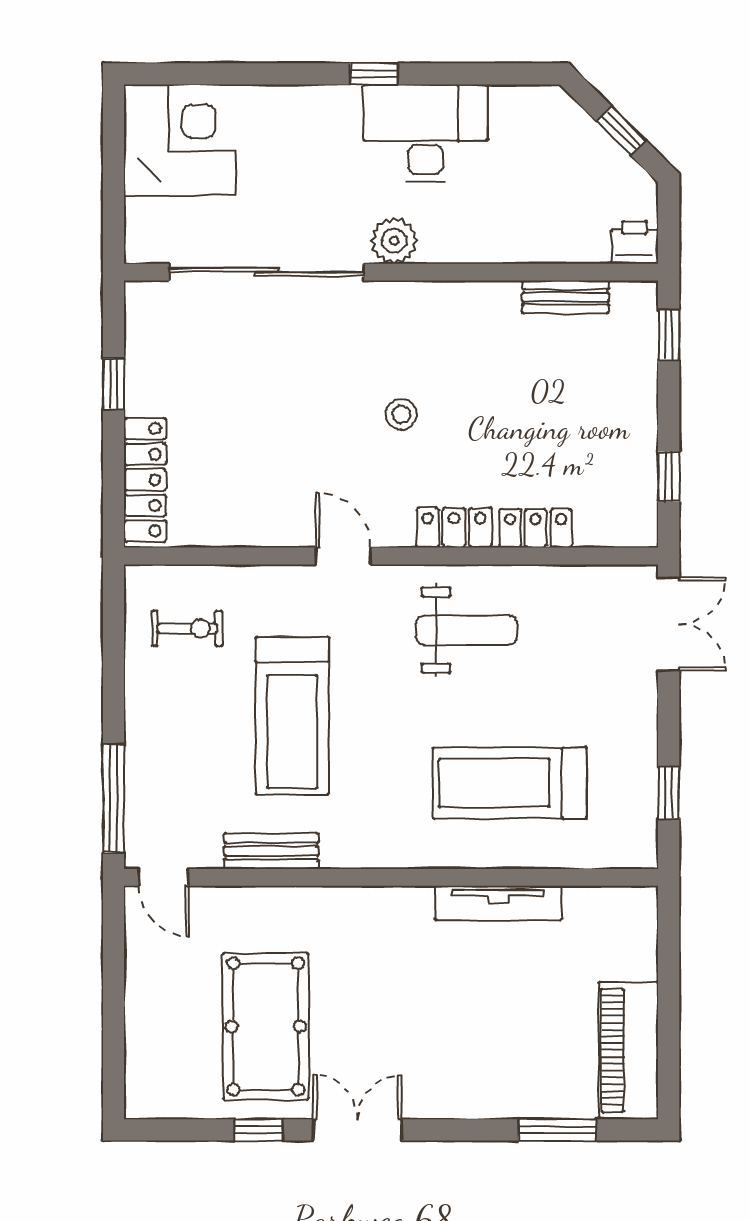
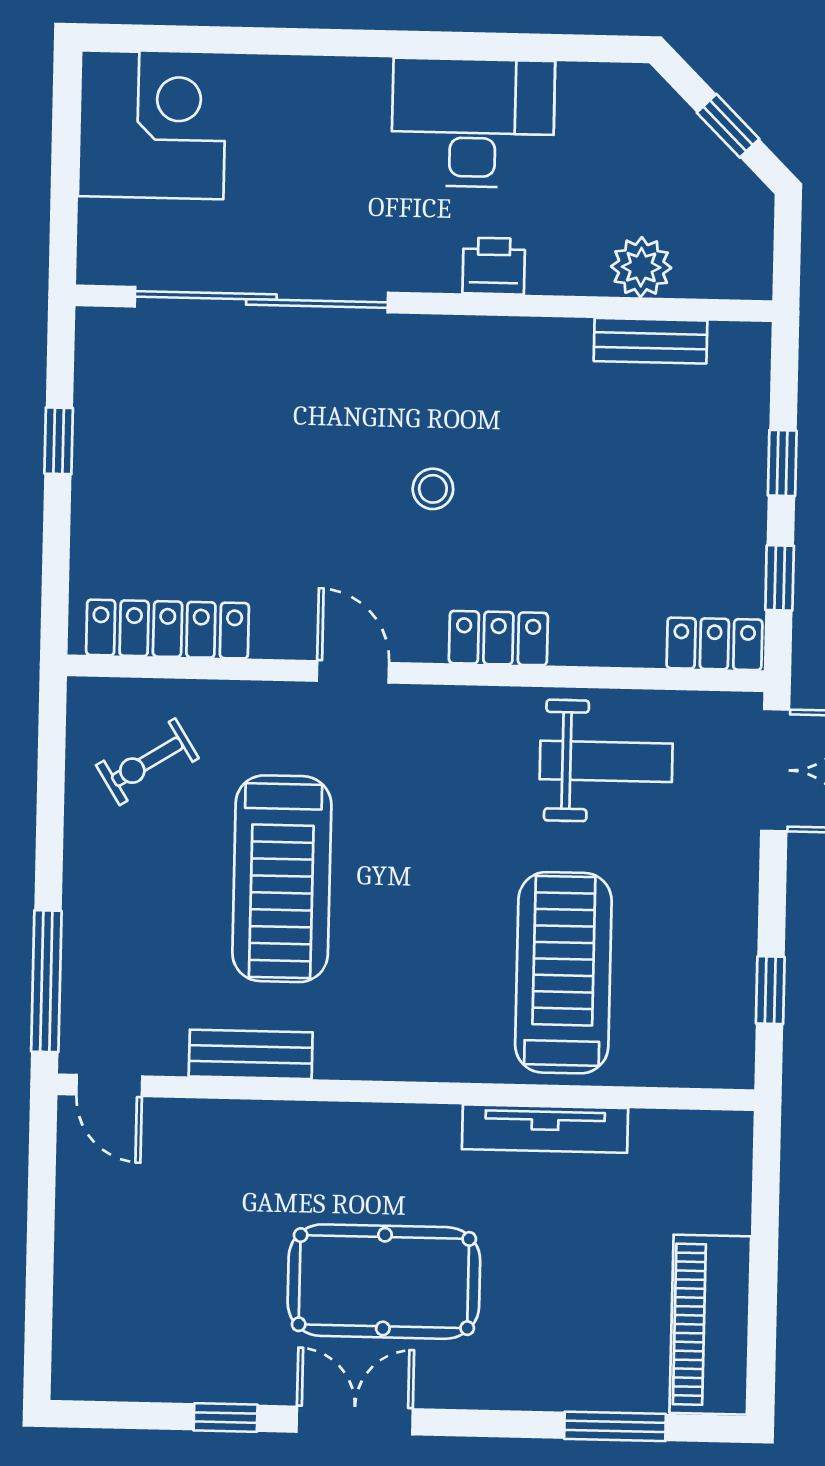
window: (374, 74) -> (408, 44), removed
plant: (394, 241) -> (641, 267), moved
printer: (635, 242) -> (494, 266), moved
window: (669, 335) -> (782, 463), moved
locker: (145, 480) -> (168, 629), moved, turned -90
locker: (536, 528) -> (714, 644), moved
exercise bike: (187, 628) -> (147, 762), turned 148
weight bench: (466, 630) -> (606, 761), moved
treadmill: (510, 783) -> (563, 973), turned 90
pool table: (266, 1026) -> (384, 1282), moved, turned 90

